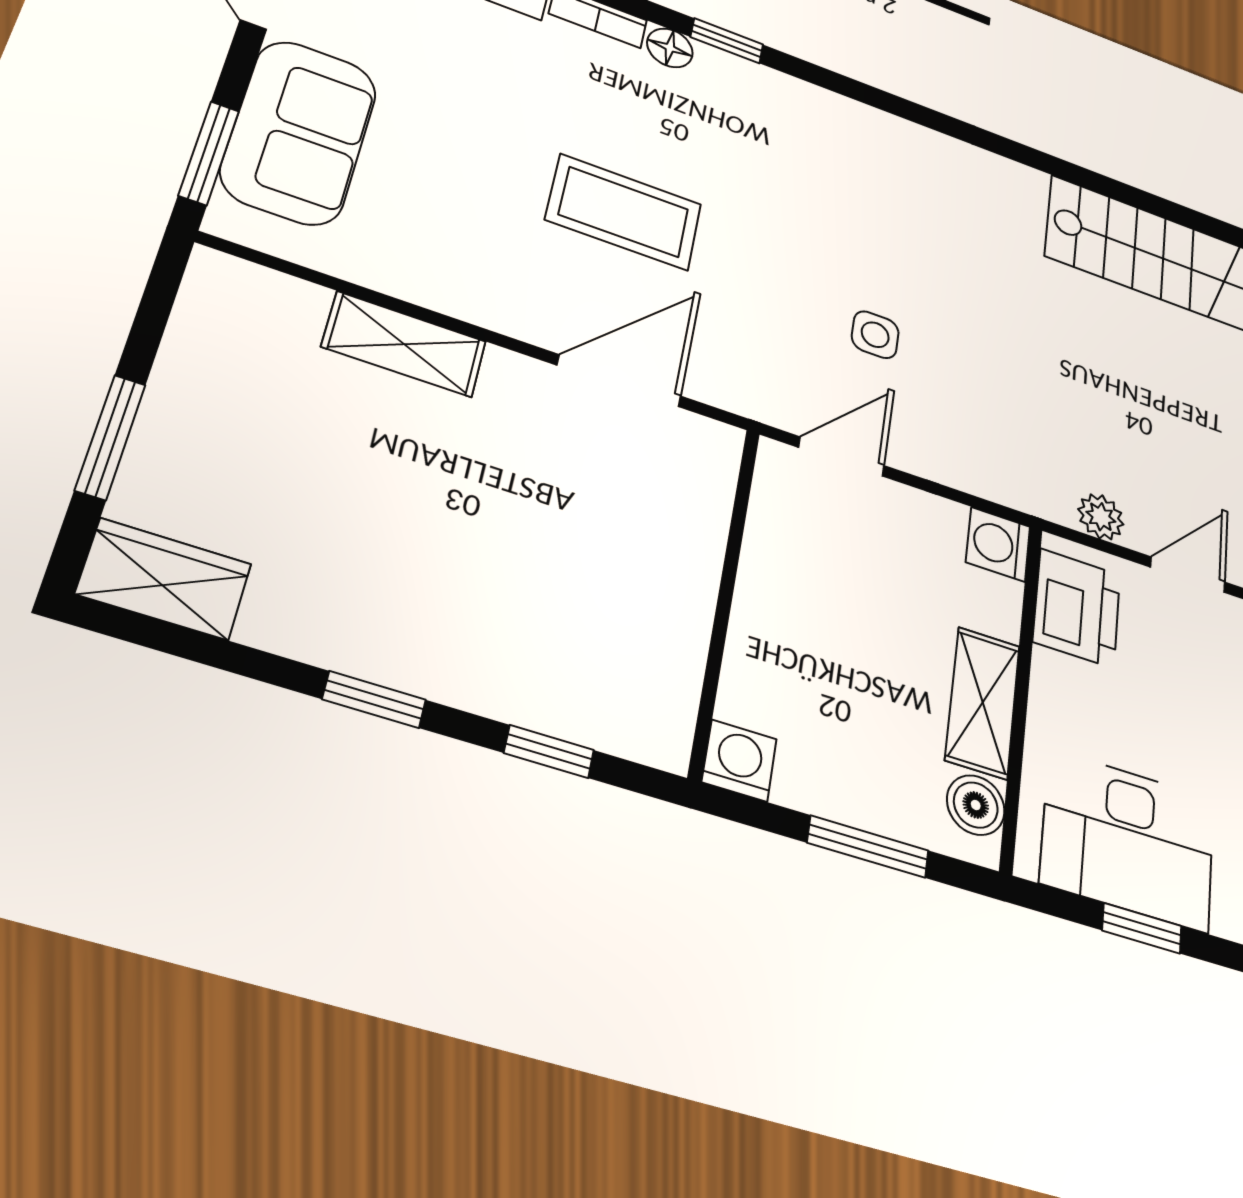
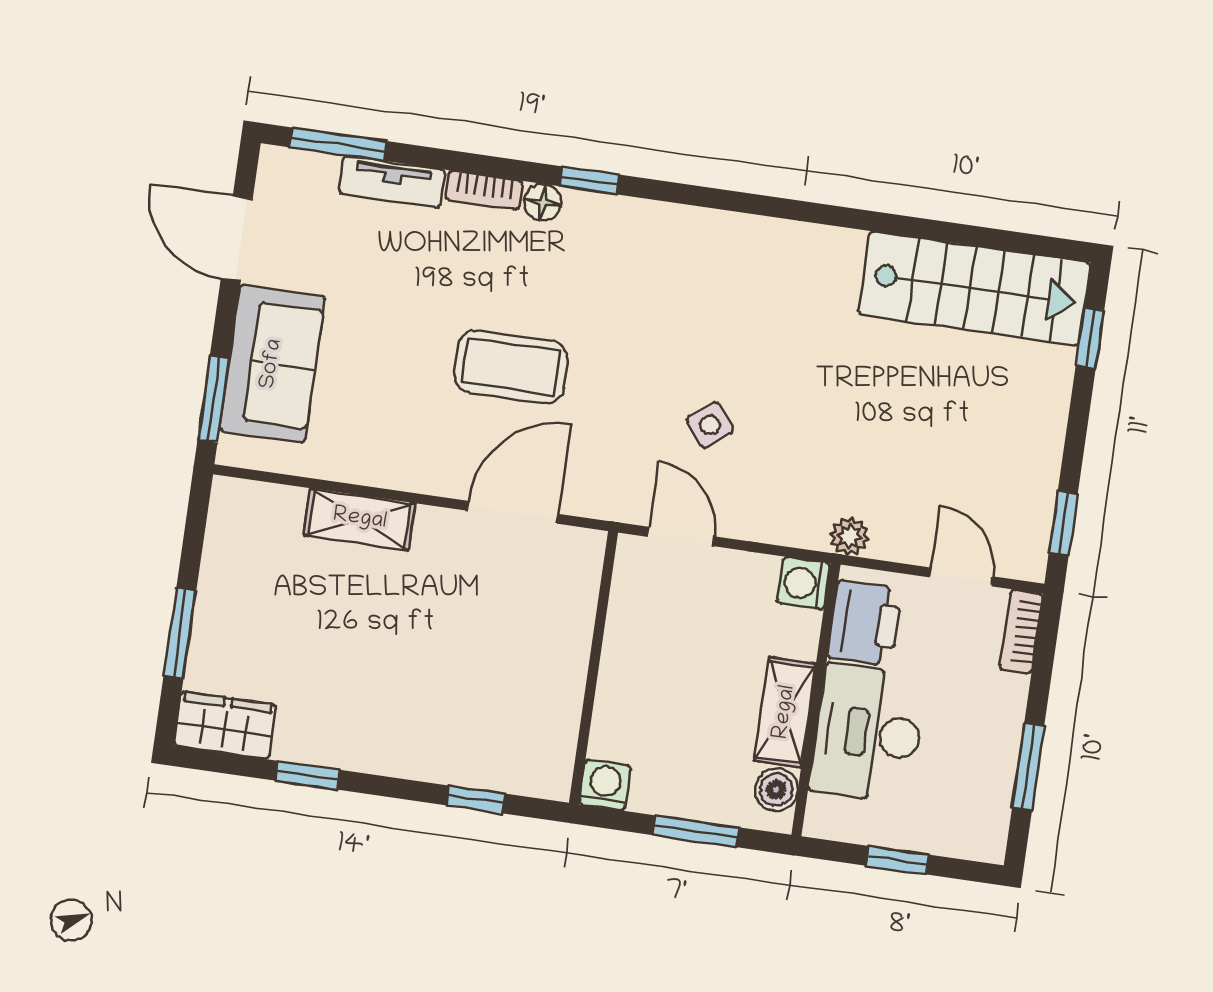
side table: (875, 335) -> (710, 425), turned -38
door: (842, 457) -> (681, 537), hinge flipped
plant: (1101, 517) -> (849, 536), moved
door: (1188, 575) -> (961, 577), hinge flipped
window: (374, 699) -> (308, 775), moved
desk: (1128, 840) -> (868, 733), moved, turned 90

